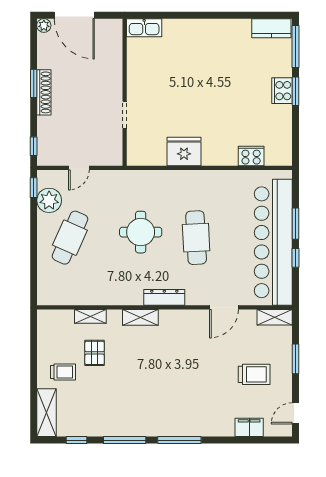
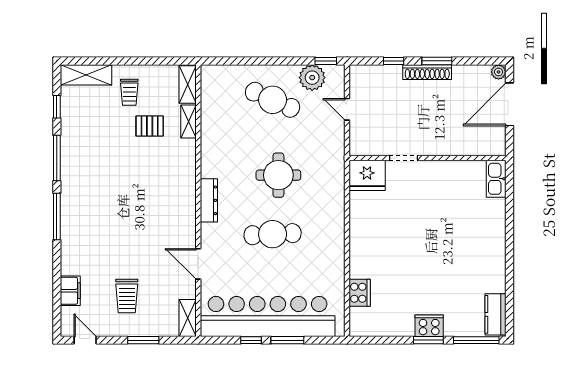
window: (34, 146) -> (394, 61), moved
fridge: (184, 151) -> (367, 175), moved, turned 90
shelving: (140, 317) -> (188, 85), moved

